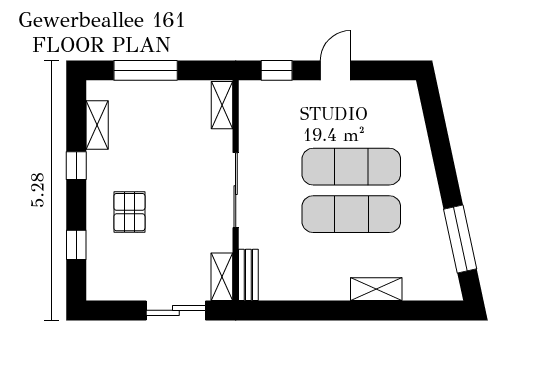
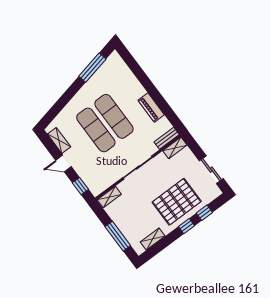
window: (76, 166) -> (187, 226), moved
pallet: (129, 212) -> (177, 202), width x2.05, depth x2.00
piano: (319, 288) -> (151, 108), added
shelving: (376, 289) -> (59, 140), moved
sliding door: (176, 310) -> (211, 170), moved

